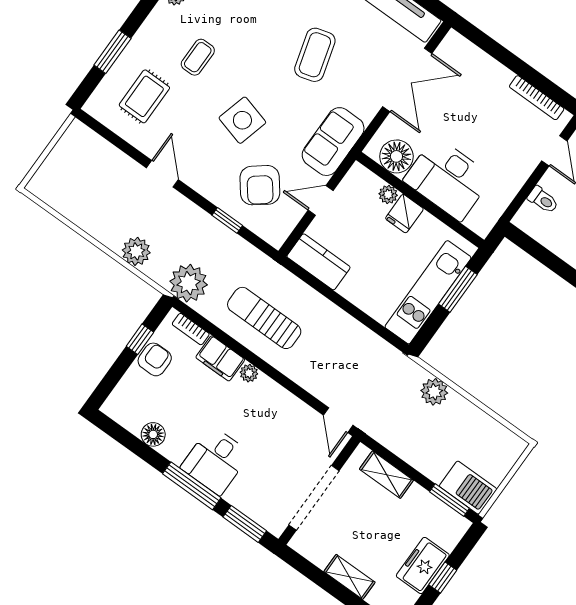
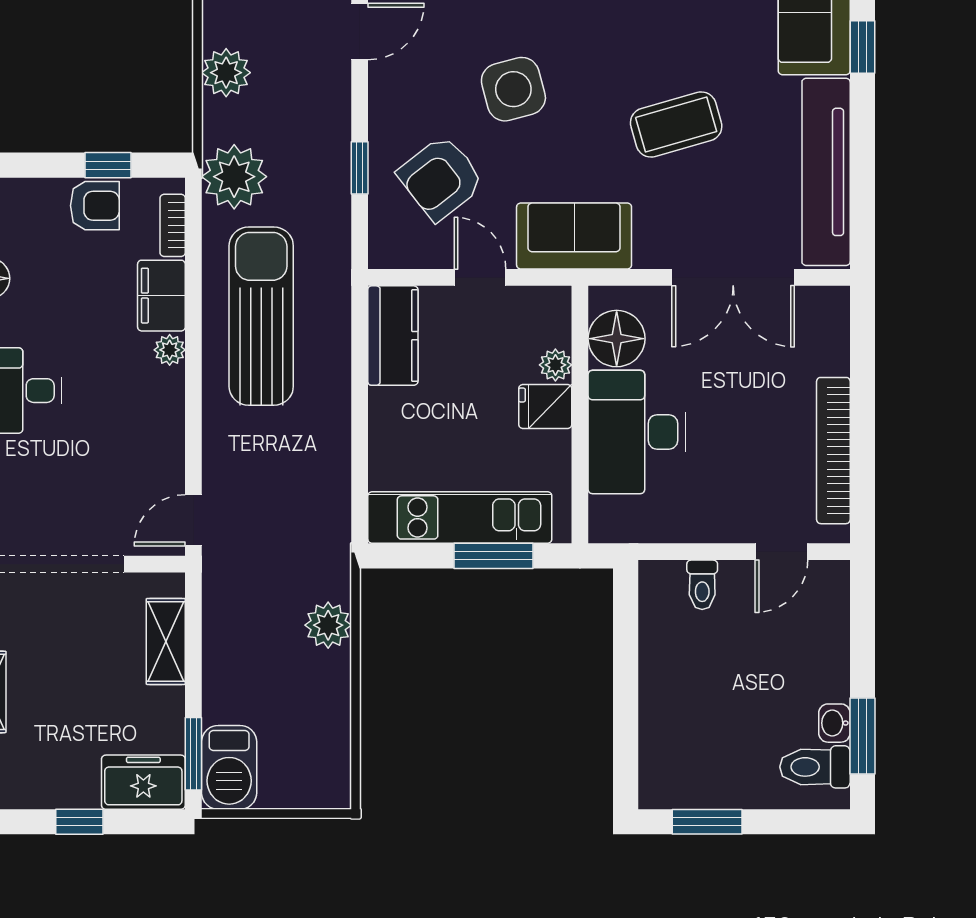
bookcase: (537, 98) -> (833, 451), width x1.48, depth x1.31
side table: (242, 120) -> (513, 89), turned -30
sun lounger: (264, 318) -> (261, 316), width x1.36, depth x1.34
freezer: (423, 565) -> (143, 782), moved

